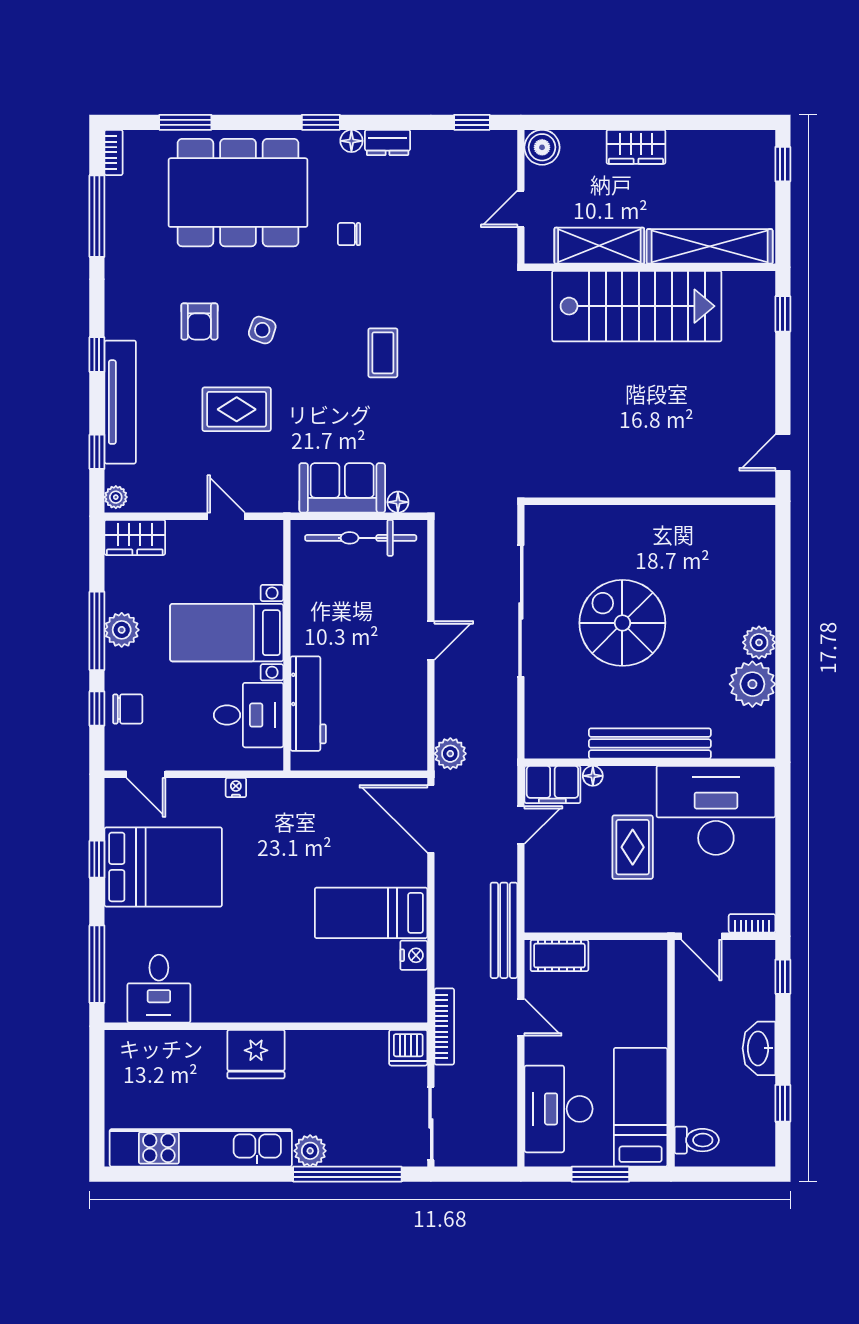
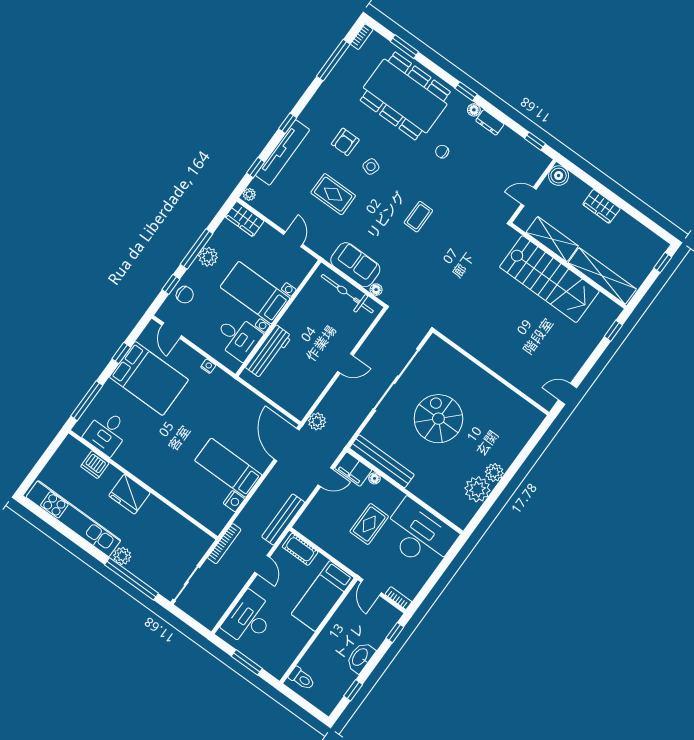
bench: (650, 743) -> (382, 461), moved
dishwasher: (408, 1048) -> (95, 465), moved
bed: (641, 1107) -> (323, 596), moved, turned 180

